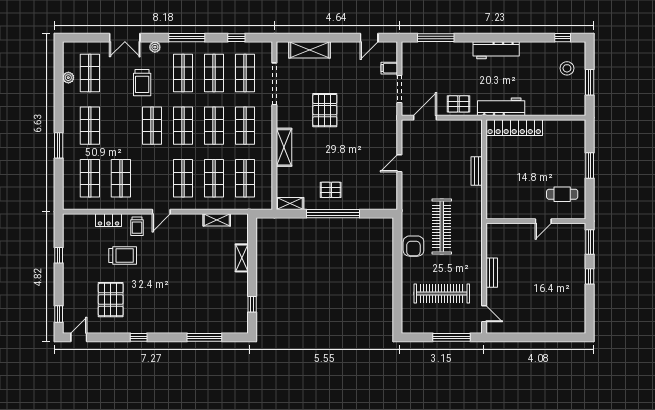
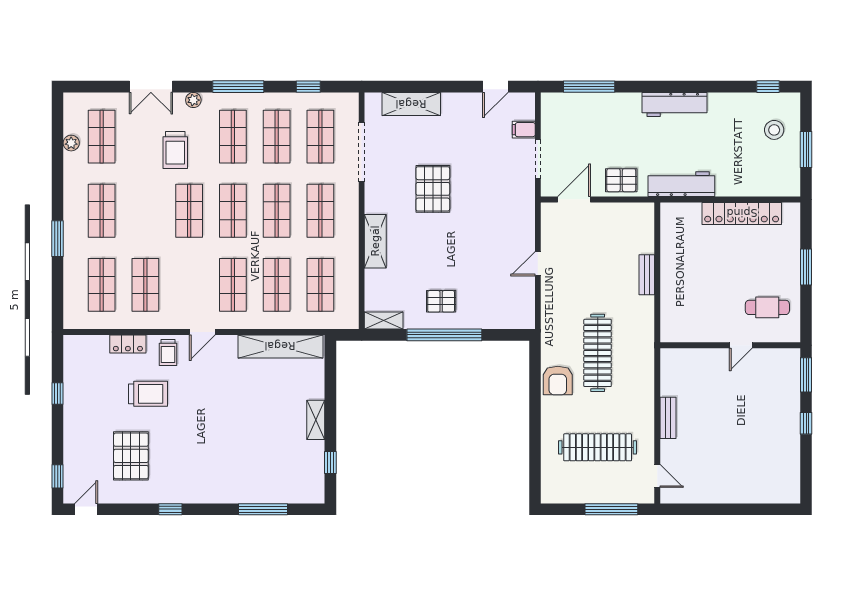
locker: (514, 128) -> (742, 213), moved
shelving: (217, 220) -> (280, 346), width x2.20, depth x1.33
shelving: (242, 258) -> (316, 420), moved

